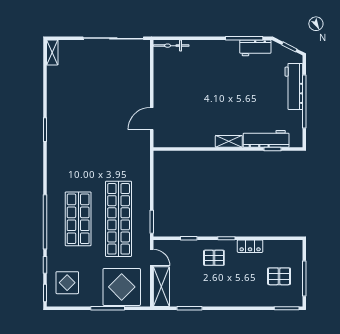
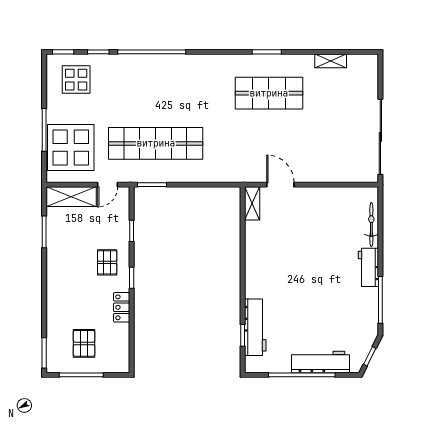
bicycle: (171, 46) -> (371, 225), moved
workbench: (255, 48) -> (368, 267), moved
shelving: (52, 53) -> (331, 61), moved
shelving: (229, 141) -> (252, 203), moved
shop shelf: (78, 219) -> (269, 93), moved

